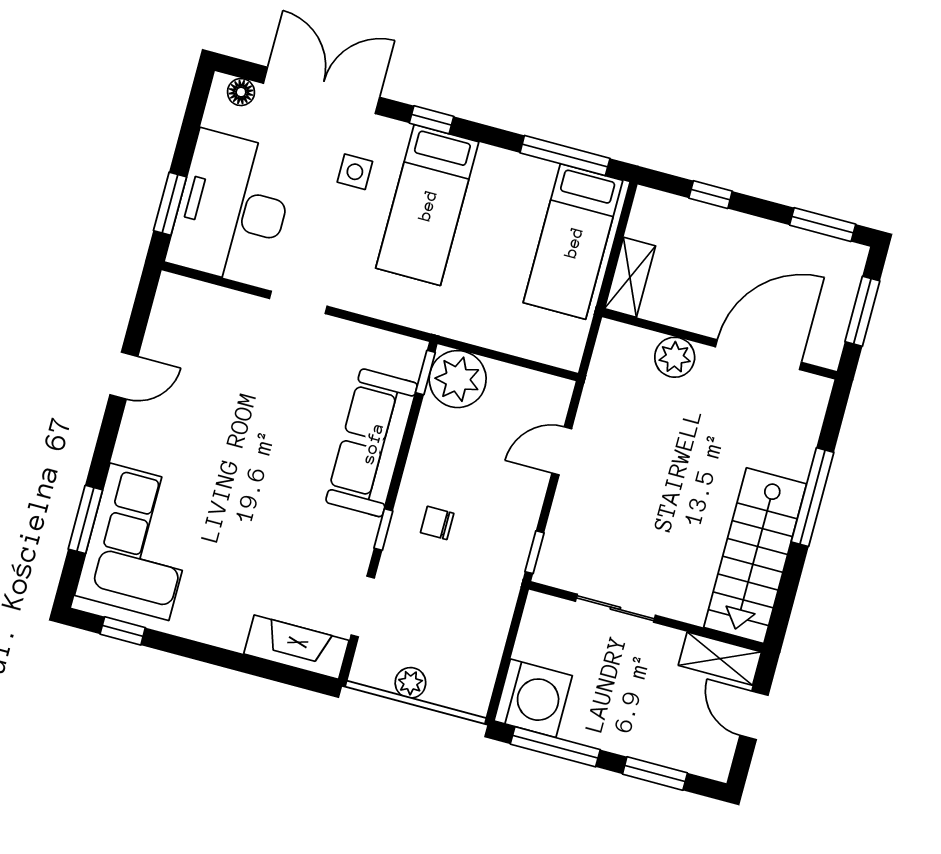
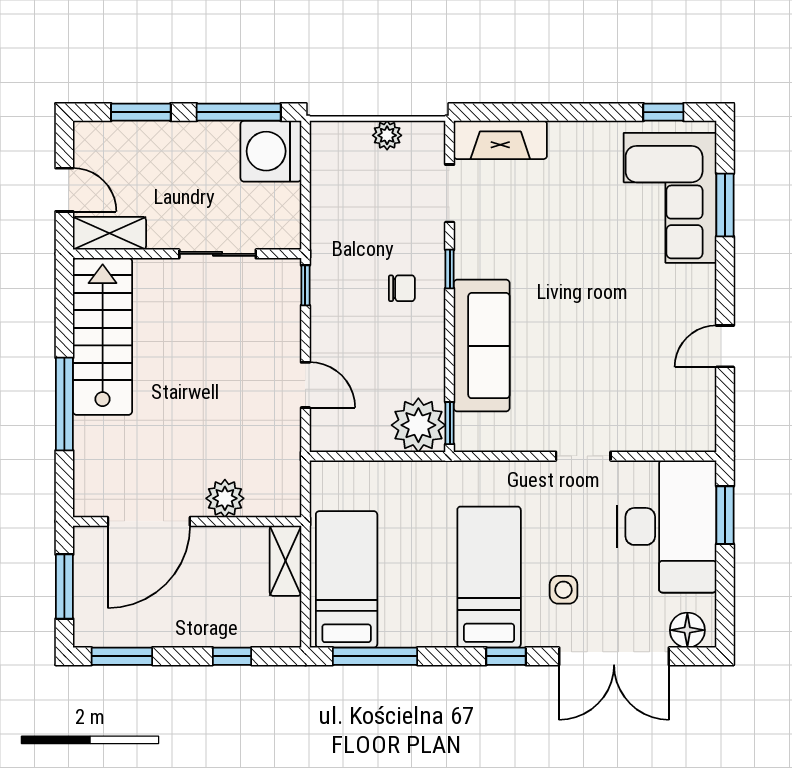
floor lamp: (241, 92) -> (687, 630), width x1.37, depth x1.37
door: (562, 451) -> (305, 385), hinge flipped

